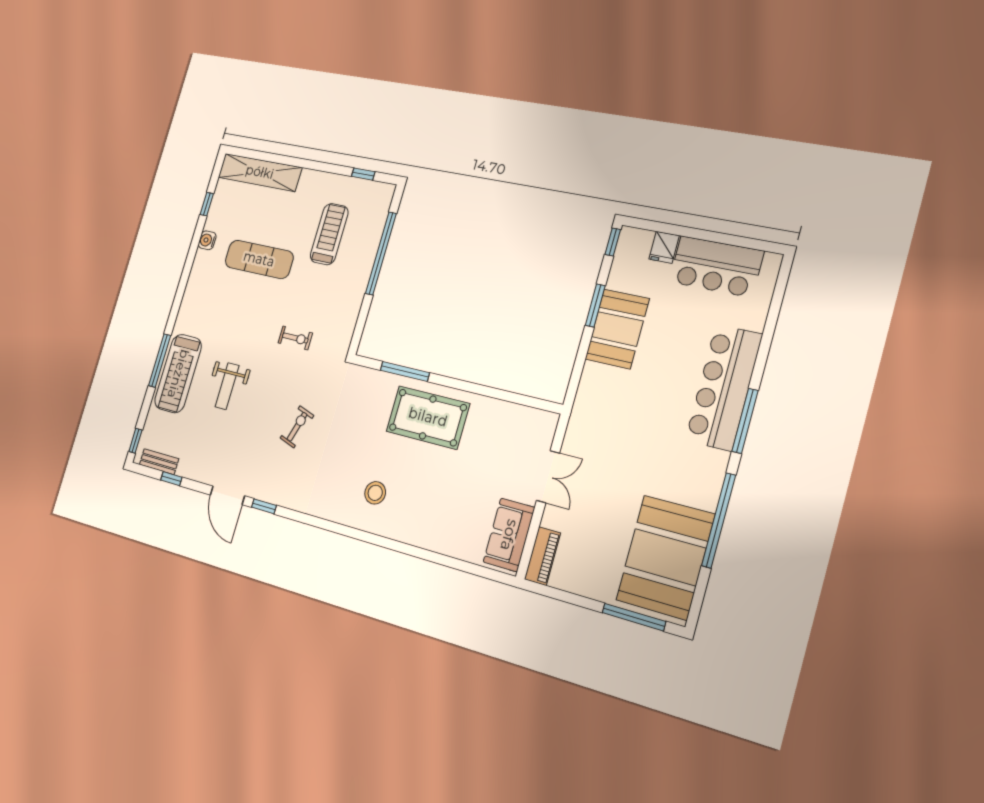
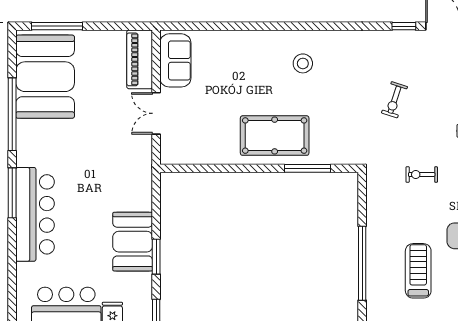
treadmill: (329, 234) -> (418, 271), turned 180
piano: (542, 556) -> (140, 59), width x1.37, depth x1.33

